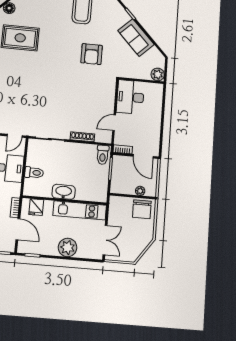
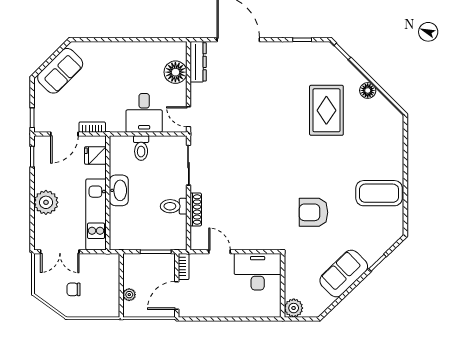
toilet: (103, 155) -> (174, 206), moved
chair: (142, 209) -> (74, 289), moved, width x0.54, depth x0.54

